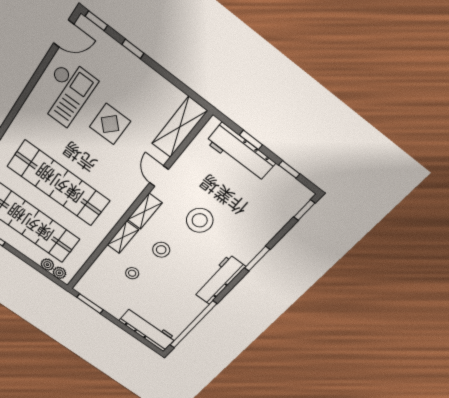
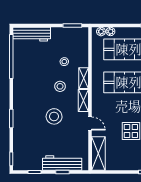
workbench: (219, 280) -> (20, 93), removed

